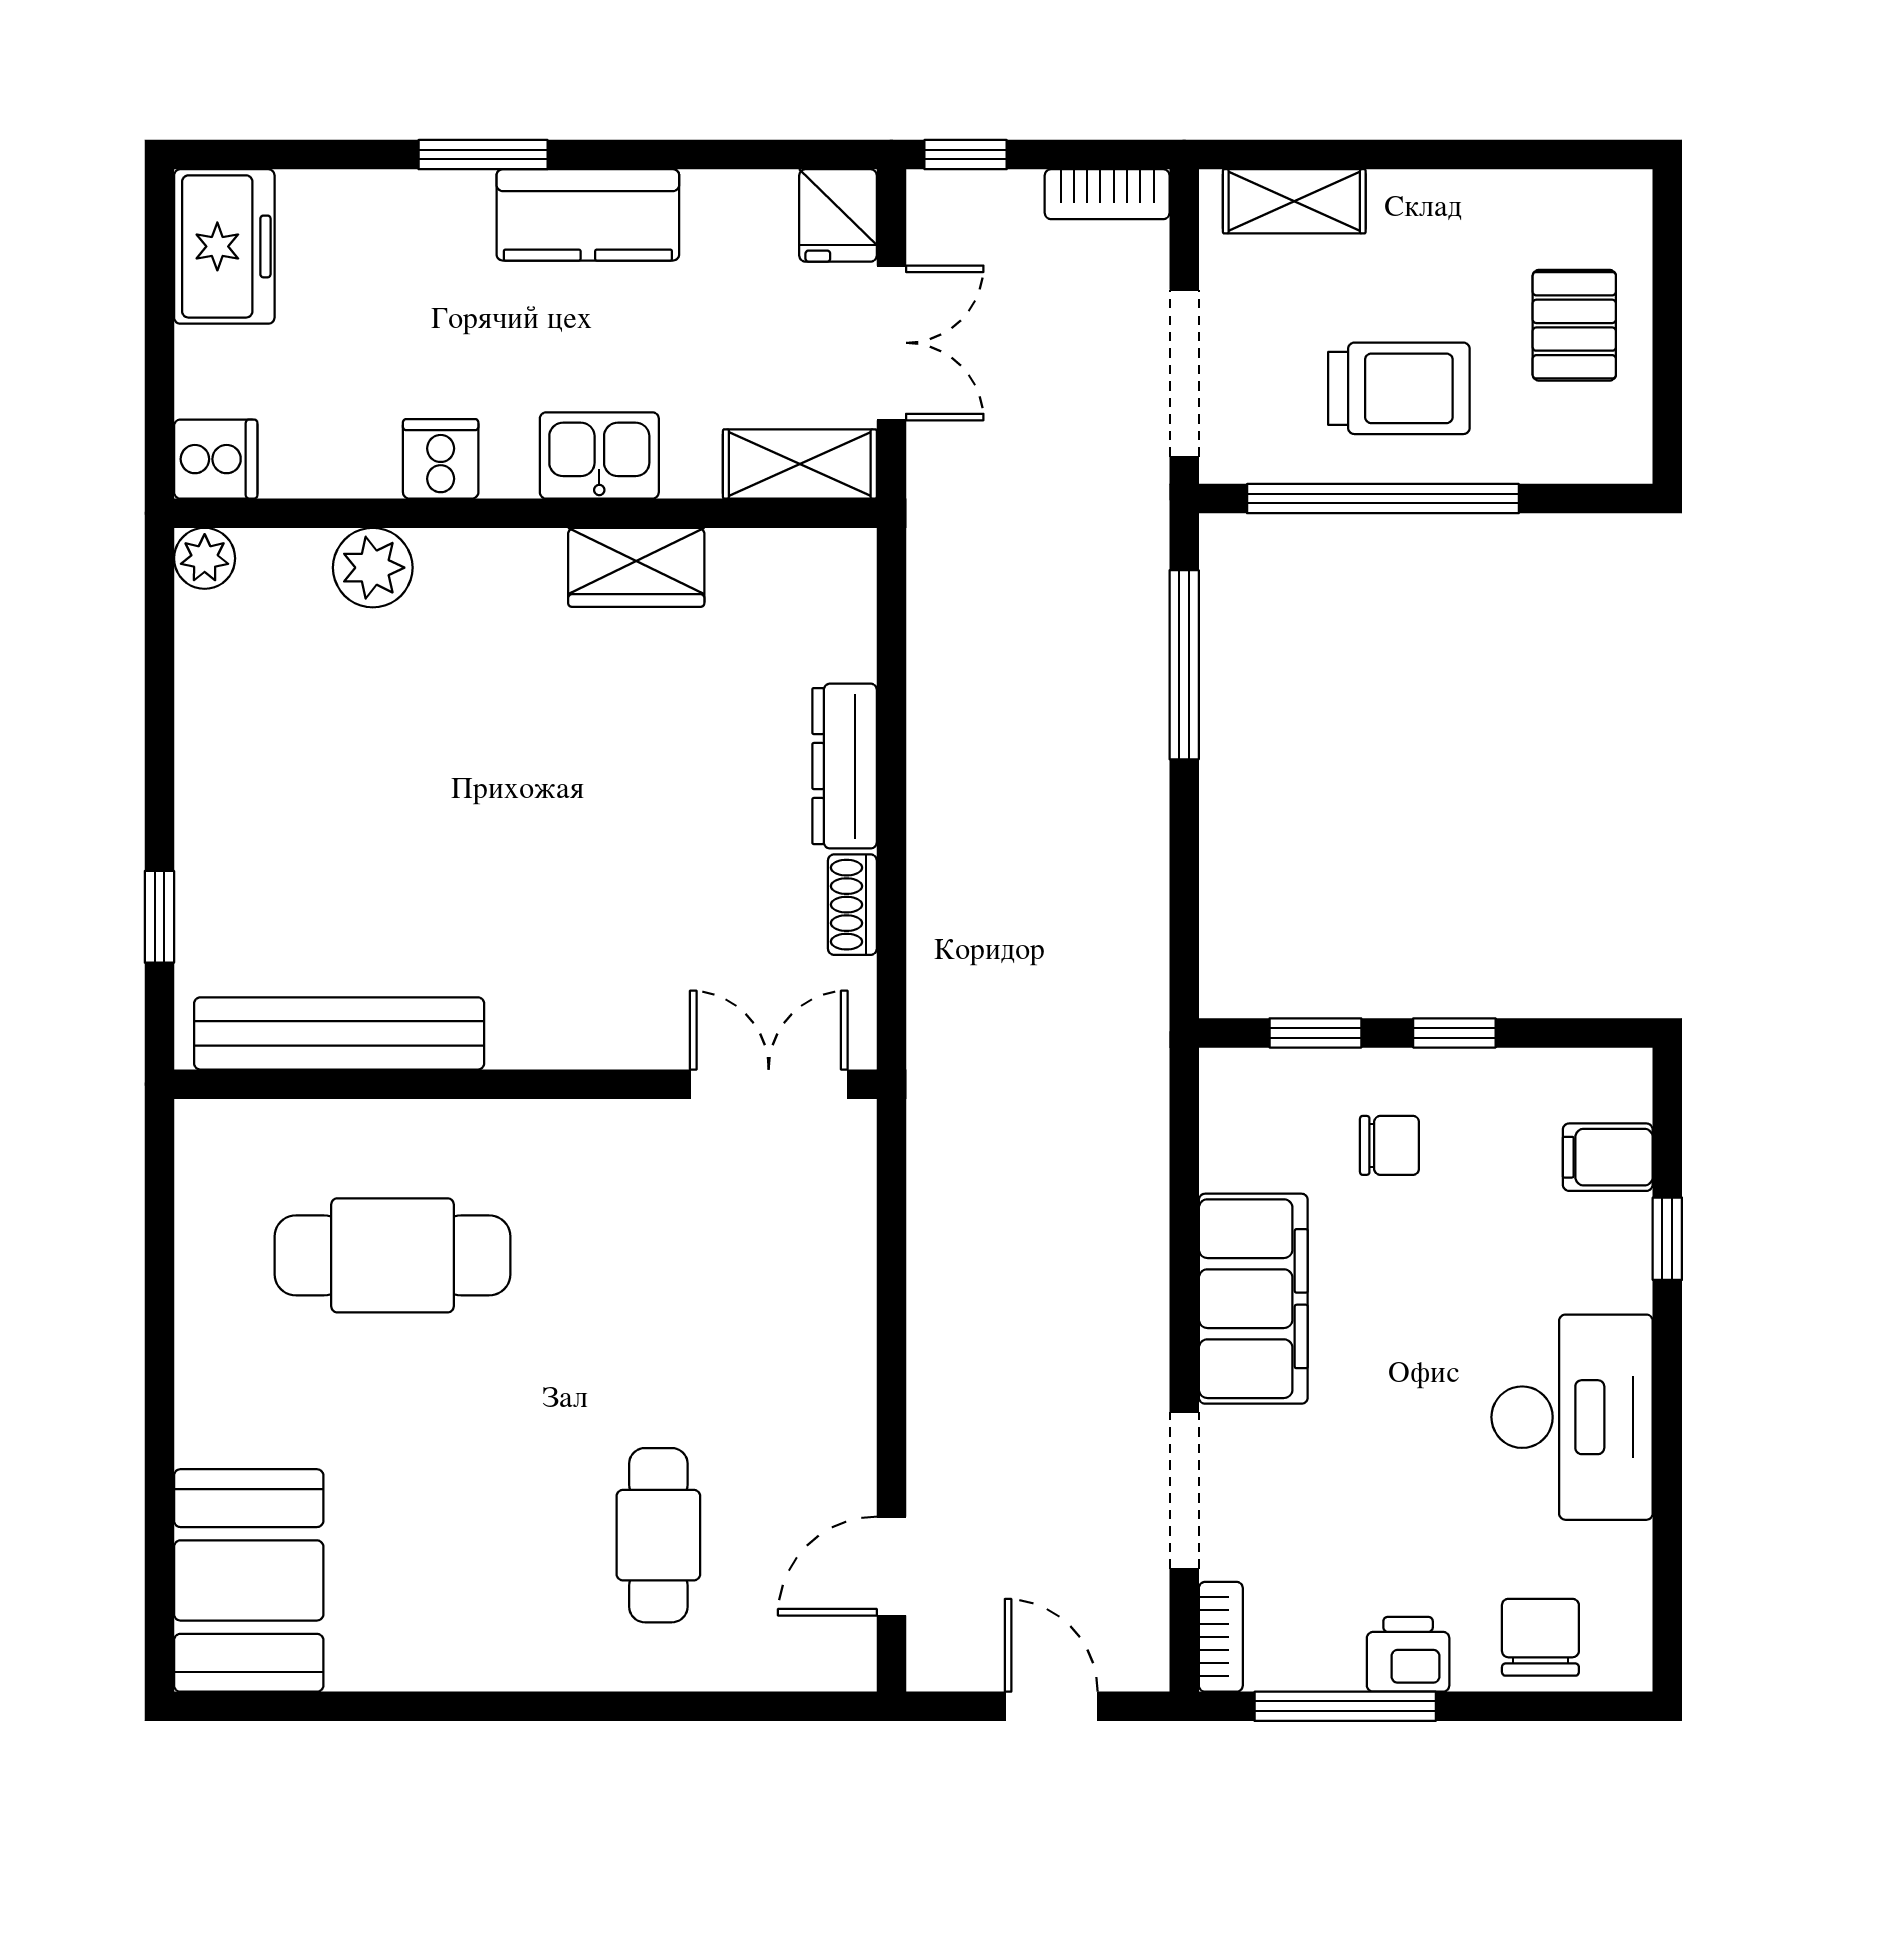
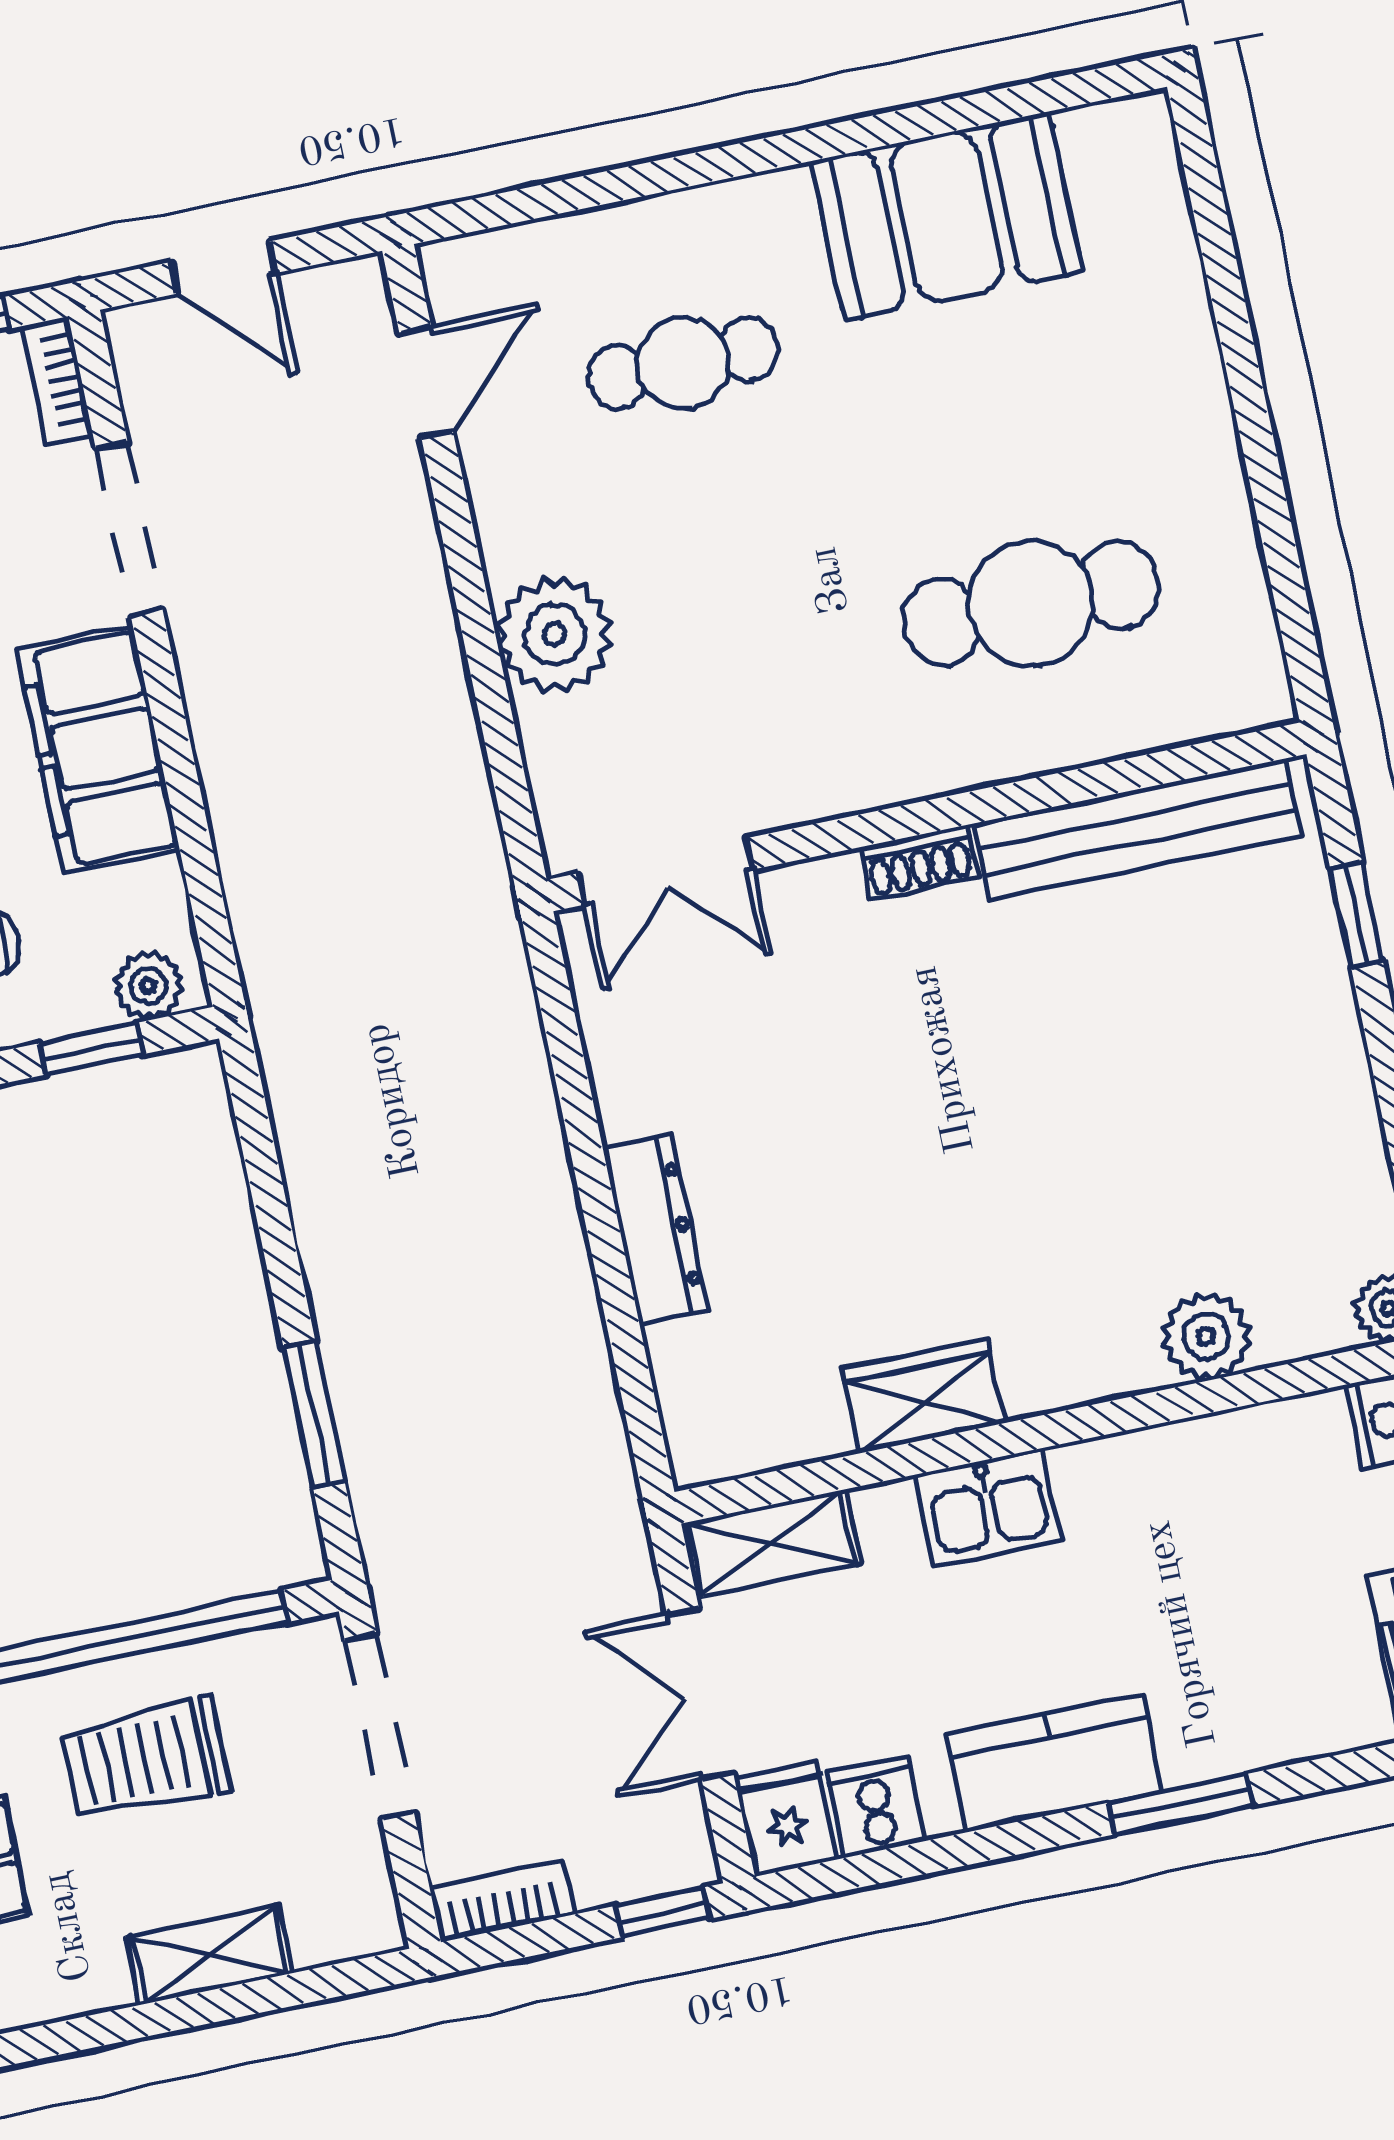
shelving: (1294, 201) -> (209, 1955), moved
cooker: (441, 459) -> (876, 1807), moved, turned 180
window: (1184, 665) -> (314, 1414), width x0.69
shoe rack: (852, 905) -> (919, 862), moved, turned 90
plant: (1252, 1078) -> (148, 986), added
plant: (824, 1317) -> (554, 635), added
cafe table: (658, 1535) -> (683, 363), turned 90
booth: (249, 1580) -> (947, 216), moved, turned 90

